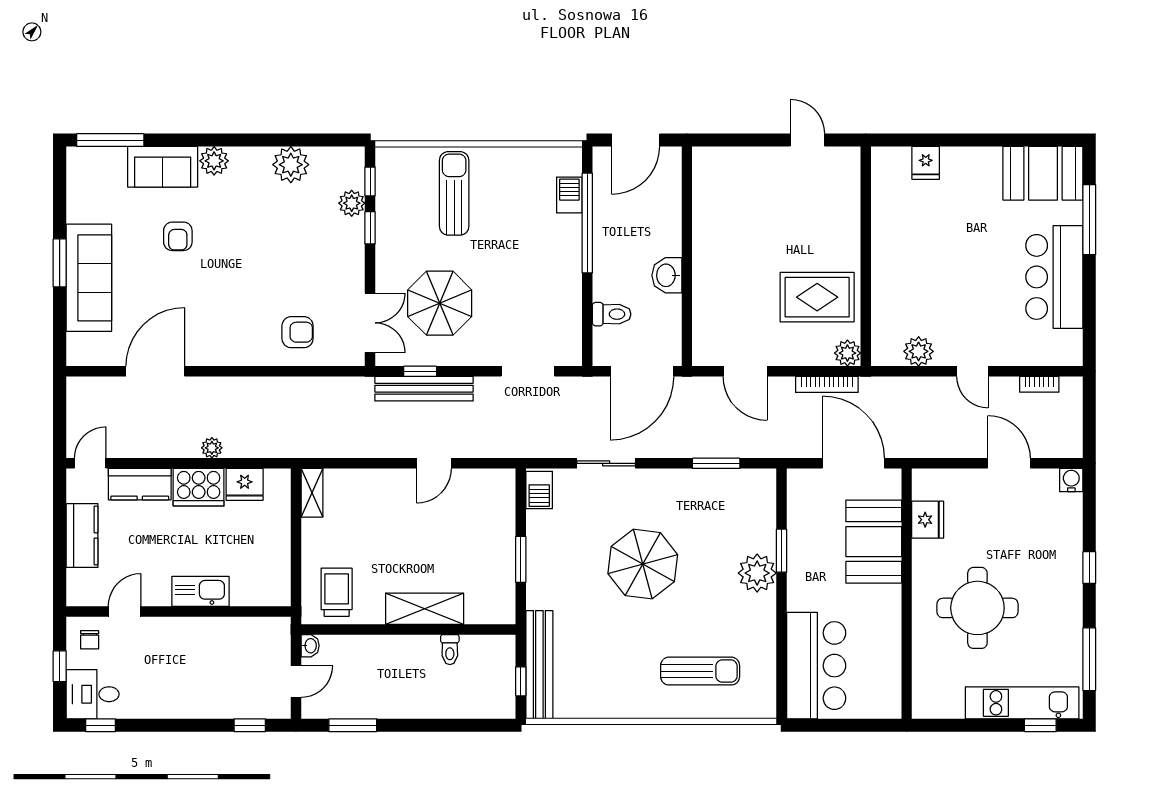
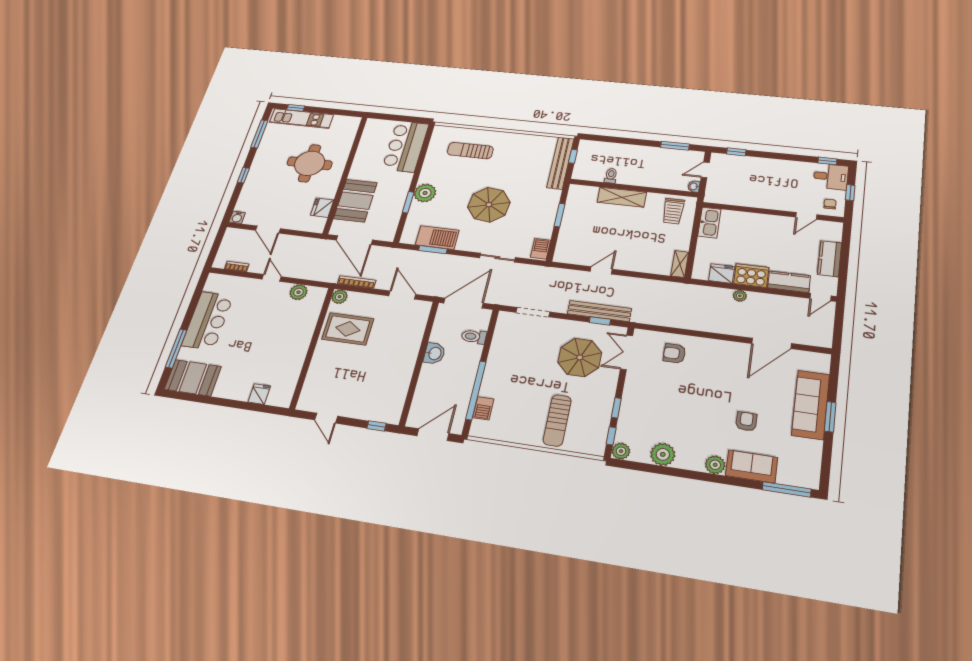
window: (726, 140) -> (376, 426), added
plant: (352, 203) -> (621, 451), moved
barbecue: (715, 488) -> (437, 238), added
kitchen sink: (200, 591) -> (709, 223), moved, turned -90

